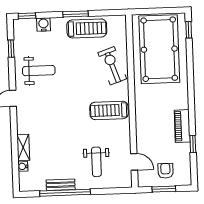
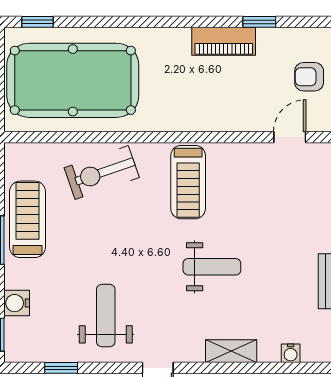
shelving: (23, 147) -> (231, 351), moved
weight bench: (96, 162) -> (212, 267), moved

